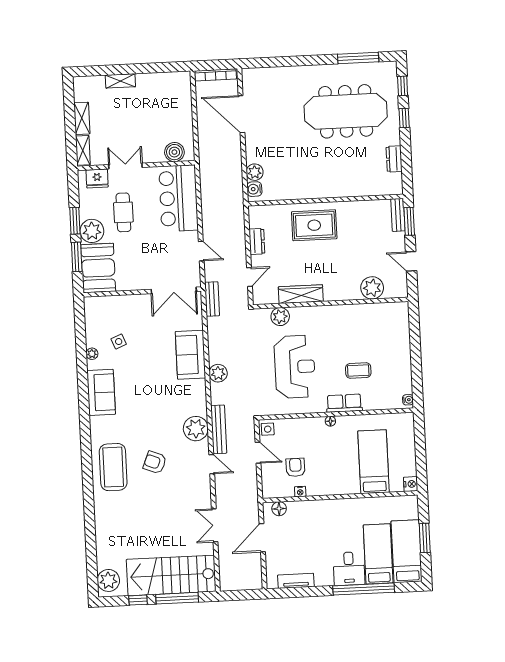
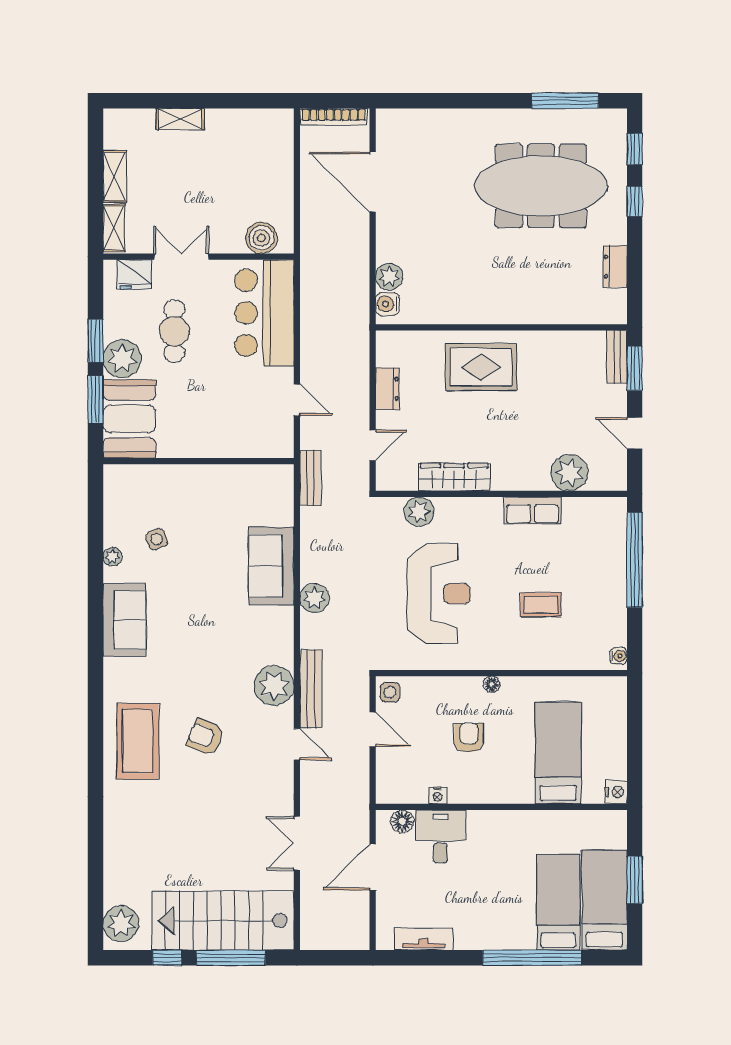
double door: (174, 290) -> (249, 461), removed
window: (415, 340) -> (635, 560), added
row of seats: (344, 403) -> (532, 511), moved, turned 180
armchair: (295, 467) -> (469, 738), moved
desk: (349, 569) -> (440, 836), moved, turned 180

